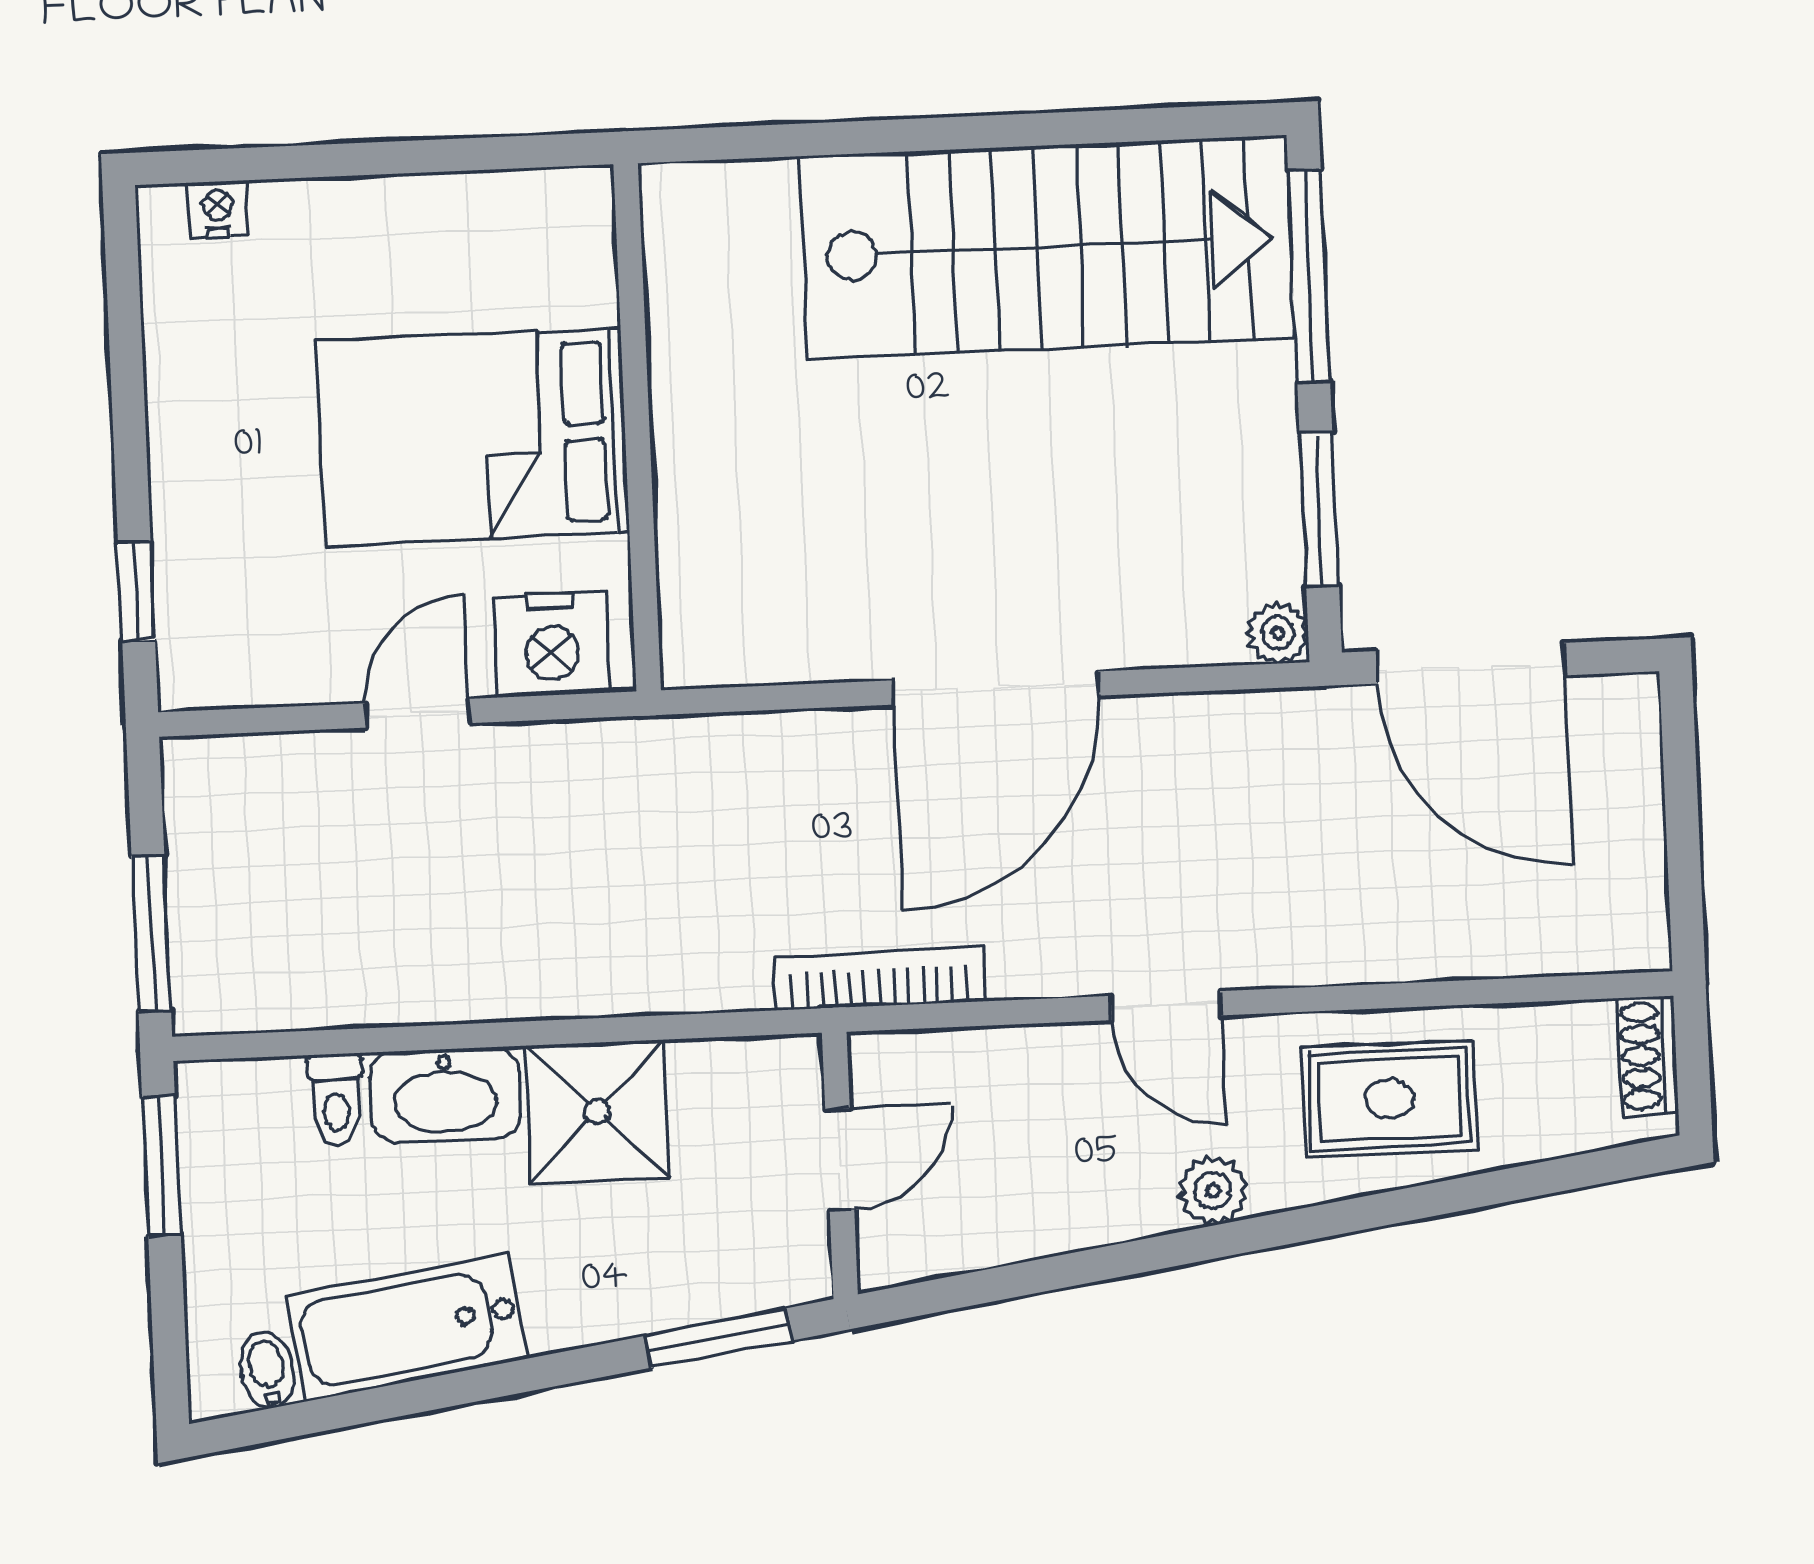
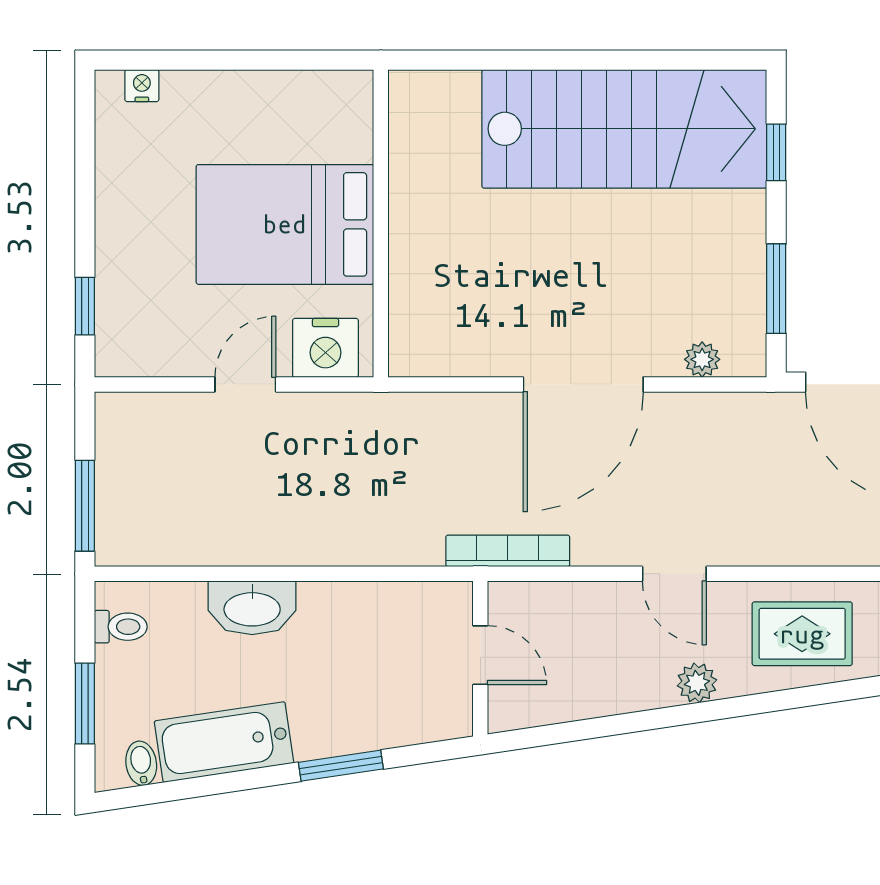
window: (1309, 276) -> (776, 152), width x0.46
plant: (1278, 633) -> (702, 359), moved
toilet: (336, 1099) -> (121, 627), moved, turned -90
shower: (597, 1112) -> (340, 621), removed
door: (840, 1159) -> (480, 655), hinge flipped
window: (161, 1166) -> (85, 704), moved
window: (718, 1338) -> (341, 766), moved

